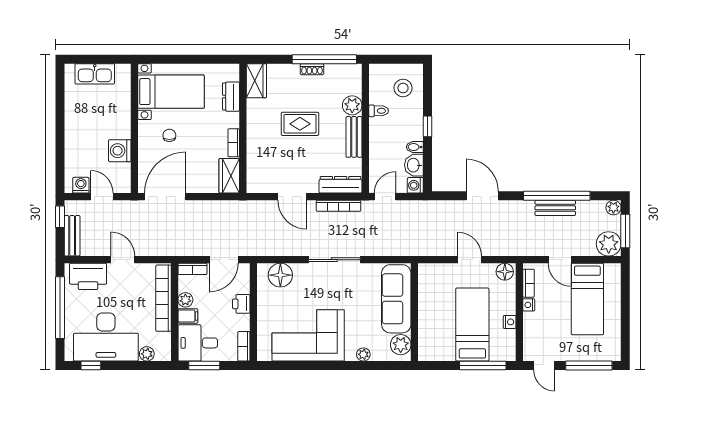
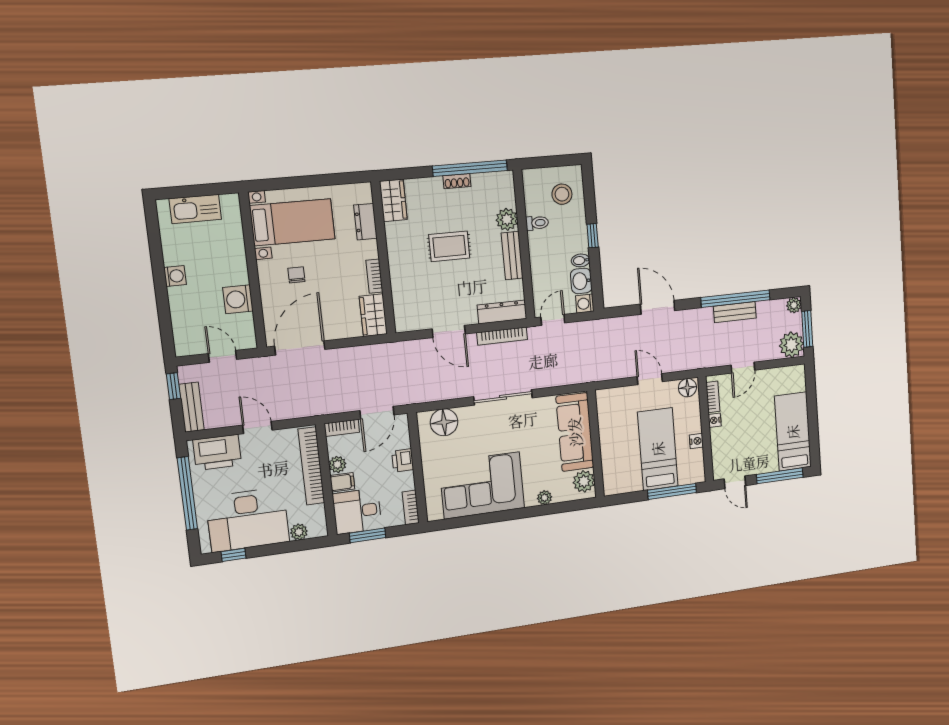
washing machine: (81, 185) -> (175, 276), moved, turned 90
door: (560, 260) -> (743, 368), hinge flipped
bed: (587, 299) -> (793, 432), moved, turned 180

